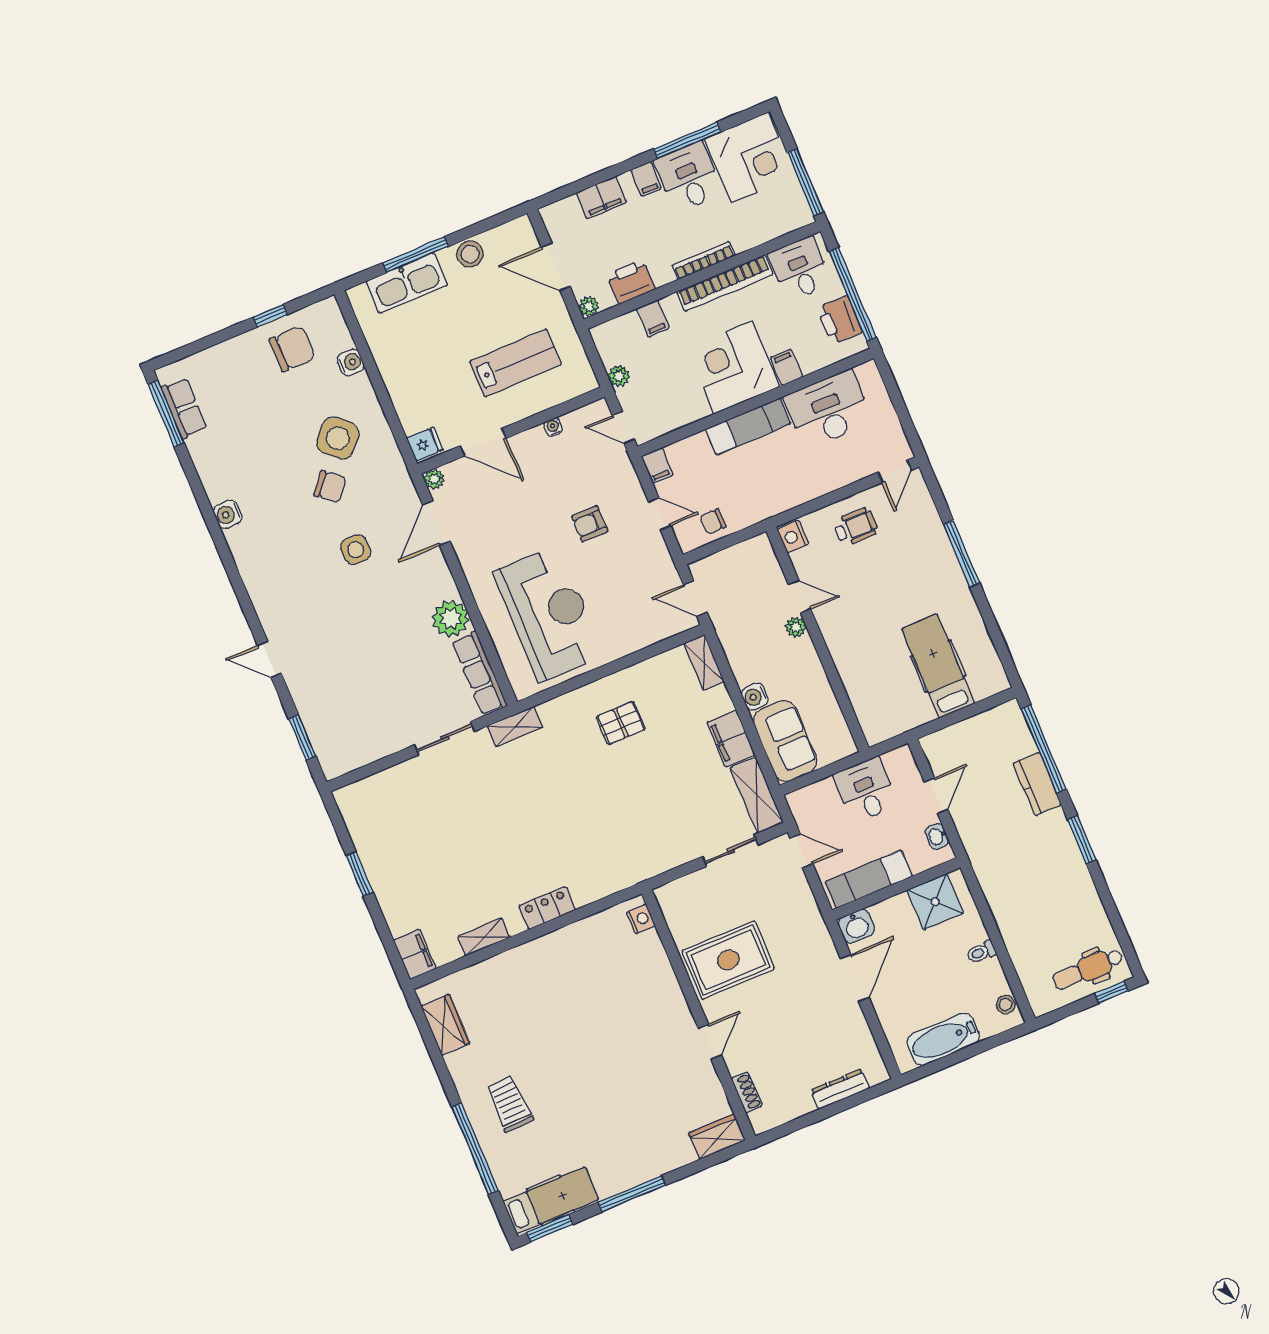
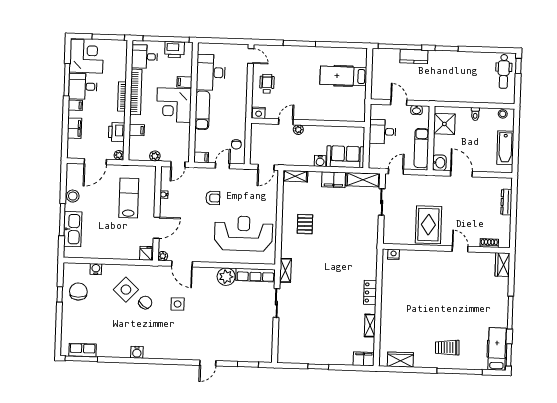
armchair: (590, 524) -> (213, 198), turned -90

